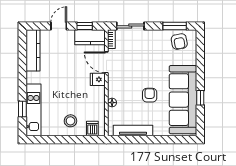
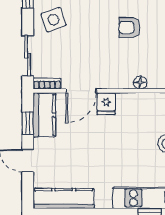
side table: (155, 44) -> (54, 20), added

